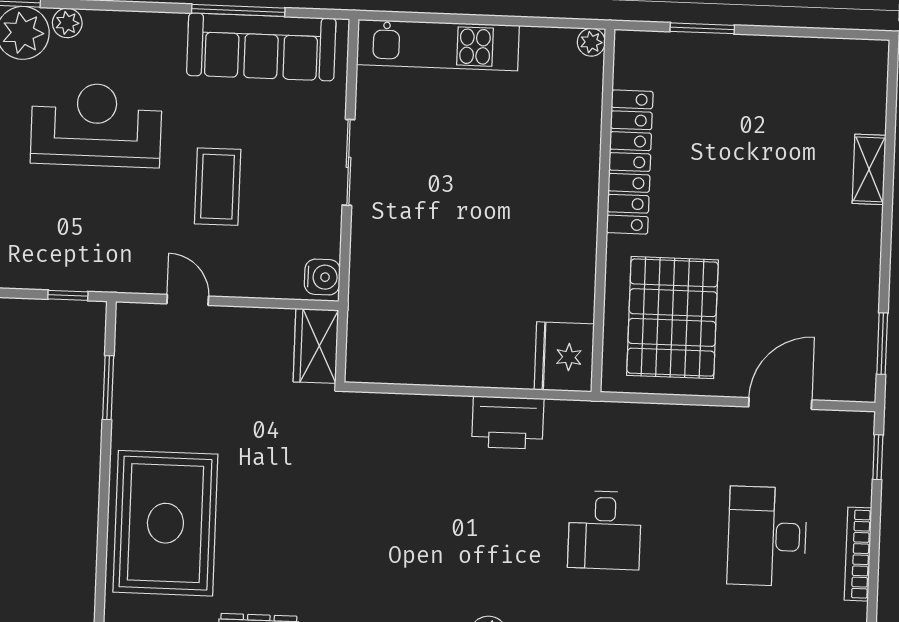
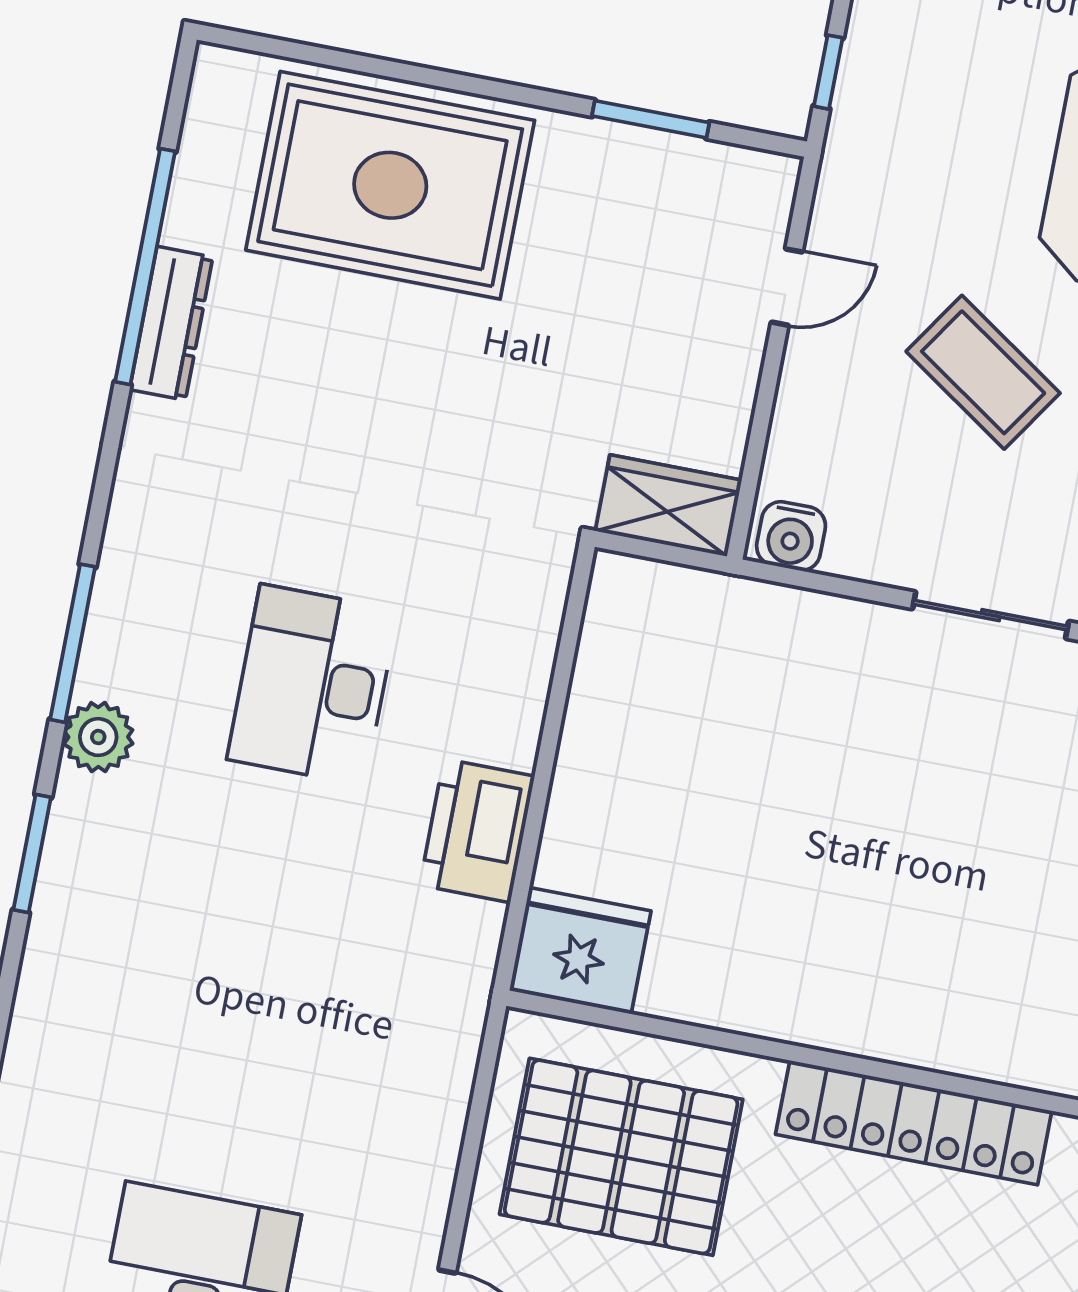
coffee table: (218, 187) -> (983, 372), turned 34
desk: (605, 530) -> (312, 685), moved, width x1.37

